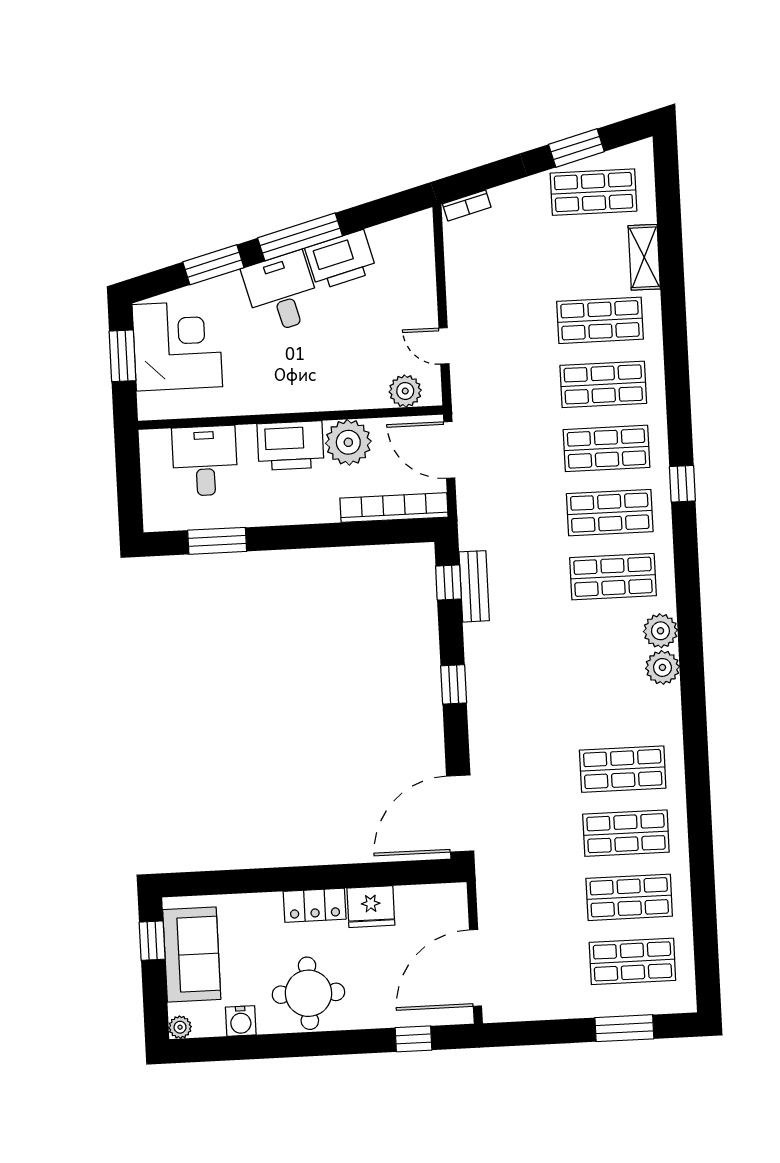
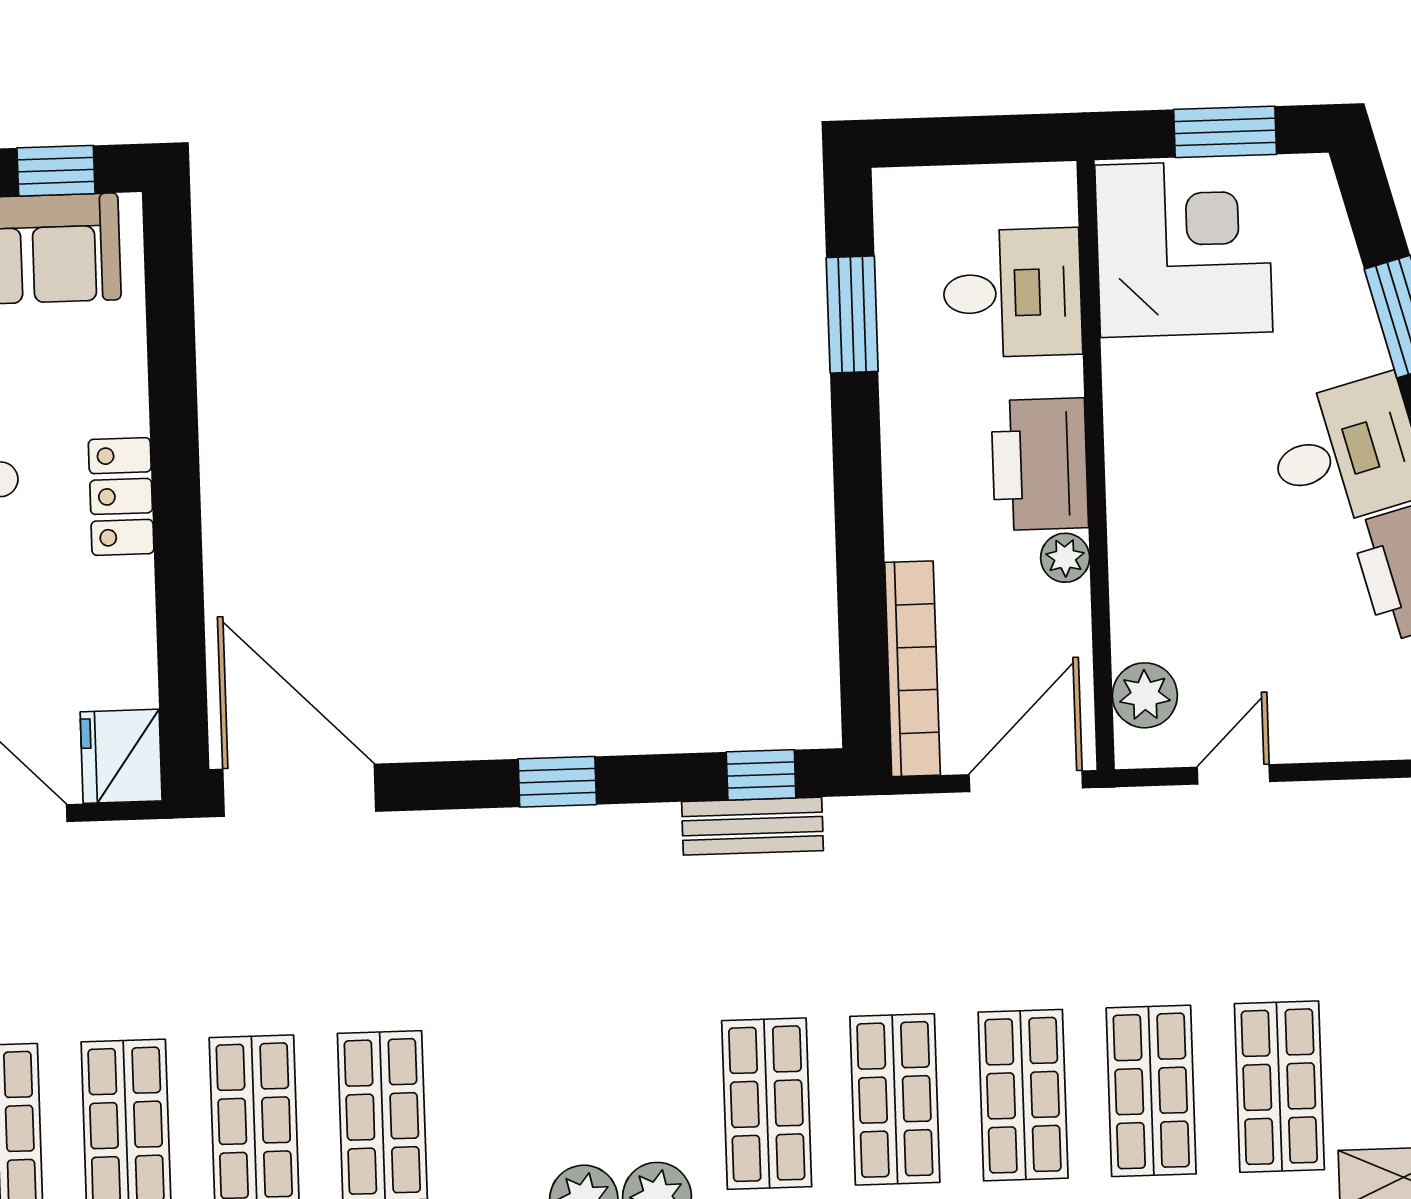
corner desk: (177, 346) -> (1184, 249), moved, turned -90
plant: (348, 442) -> (1065, 558), width x0.53, depth x0.53
fridge: (371, 907) -> (121, 756), moved

